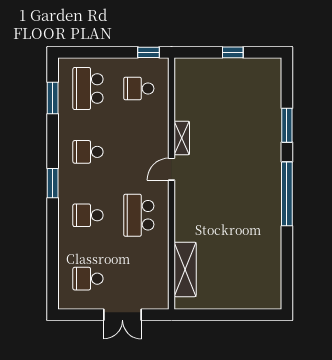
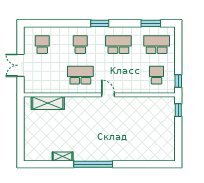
window: (233, 52) -> (178, 110), moved
window: (287, 125) -> (134, 164), removed
shelving: (182, 138) -> (63, 156), moved
school desk: (88, 152) -> (118, 45), width x1.85

